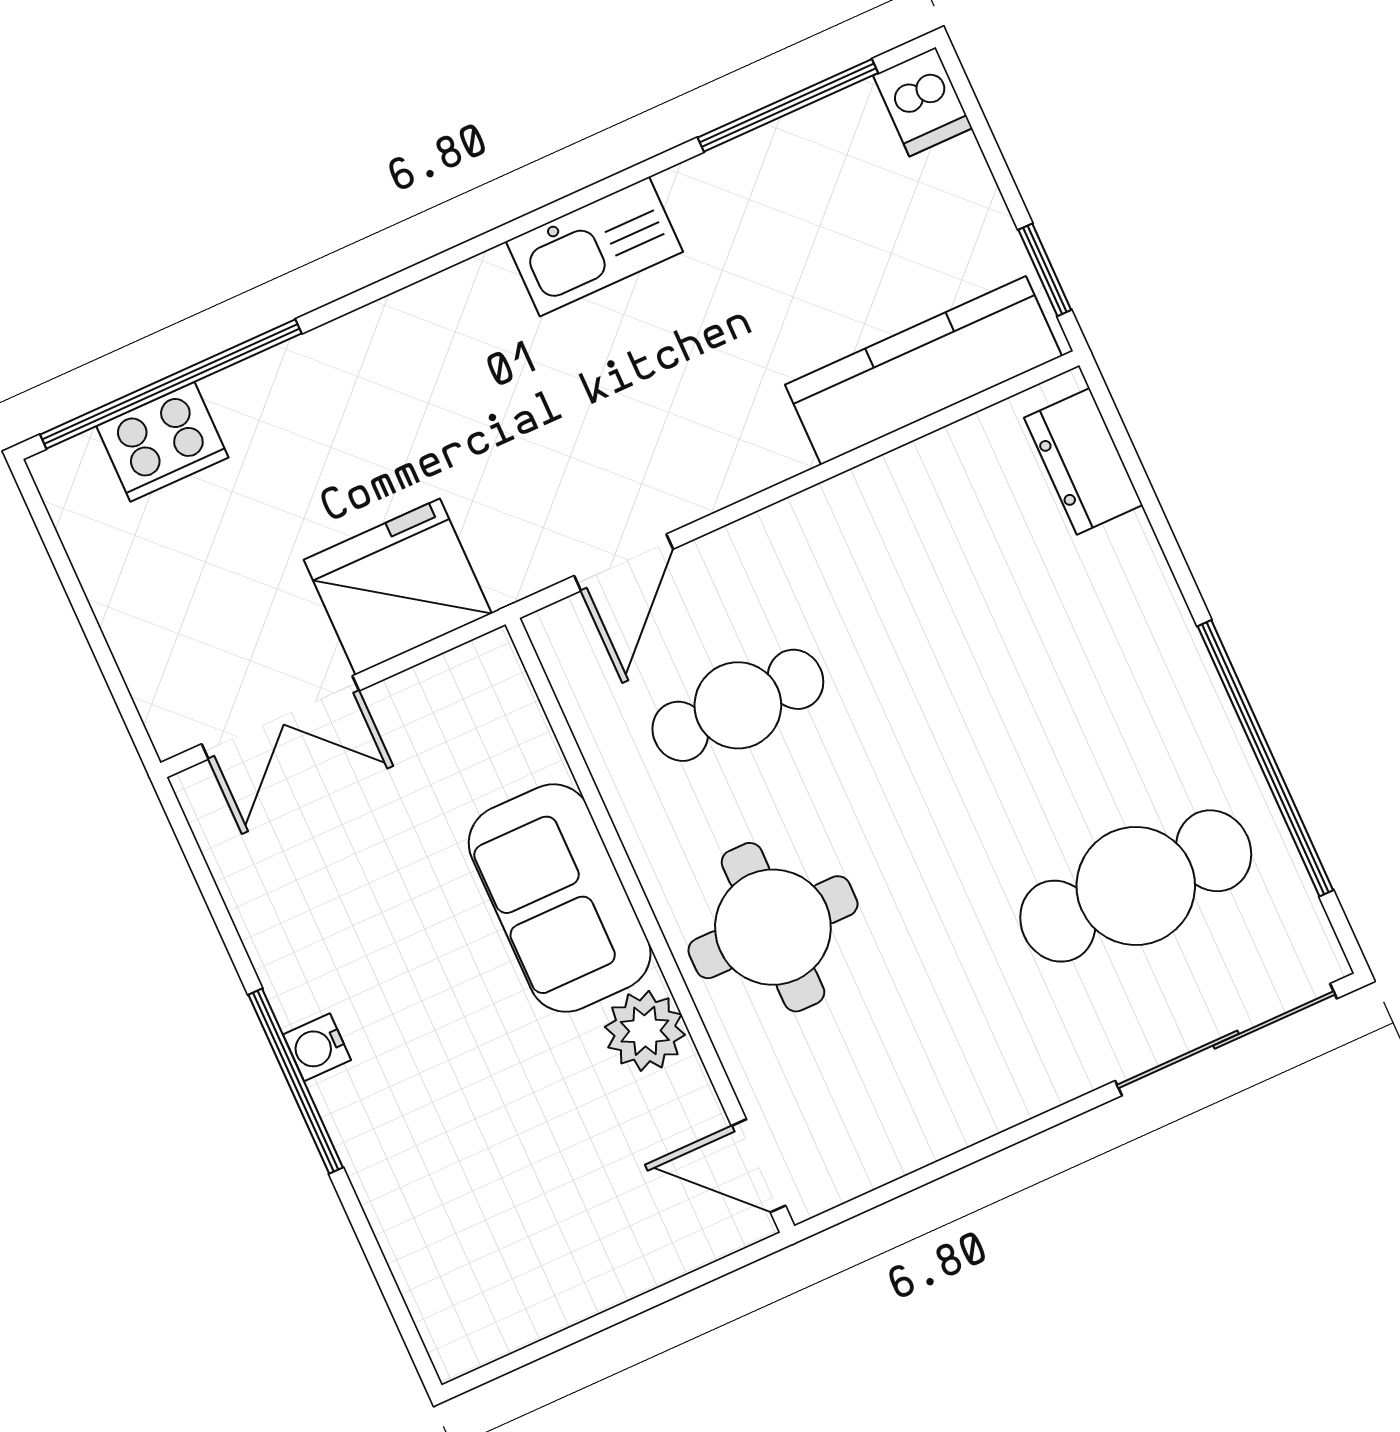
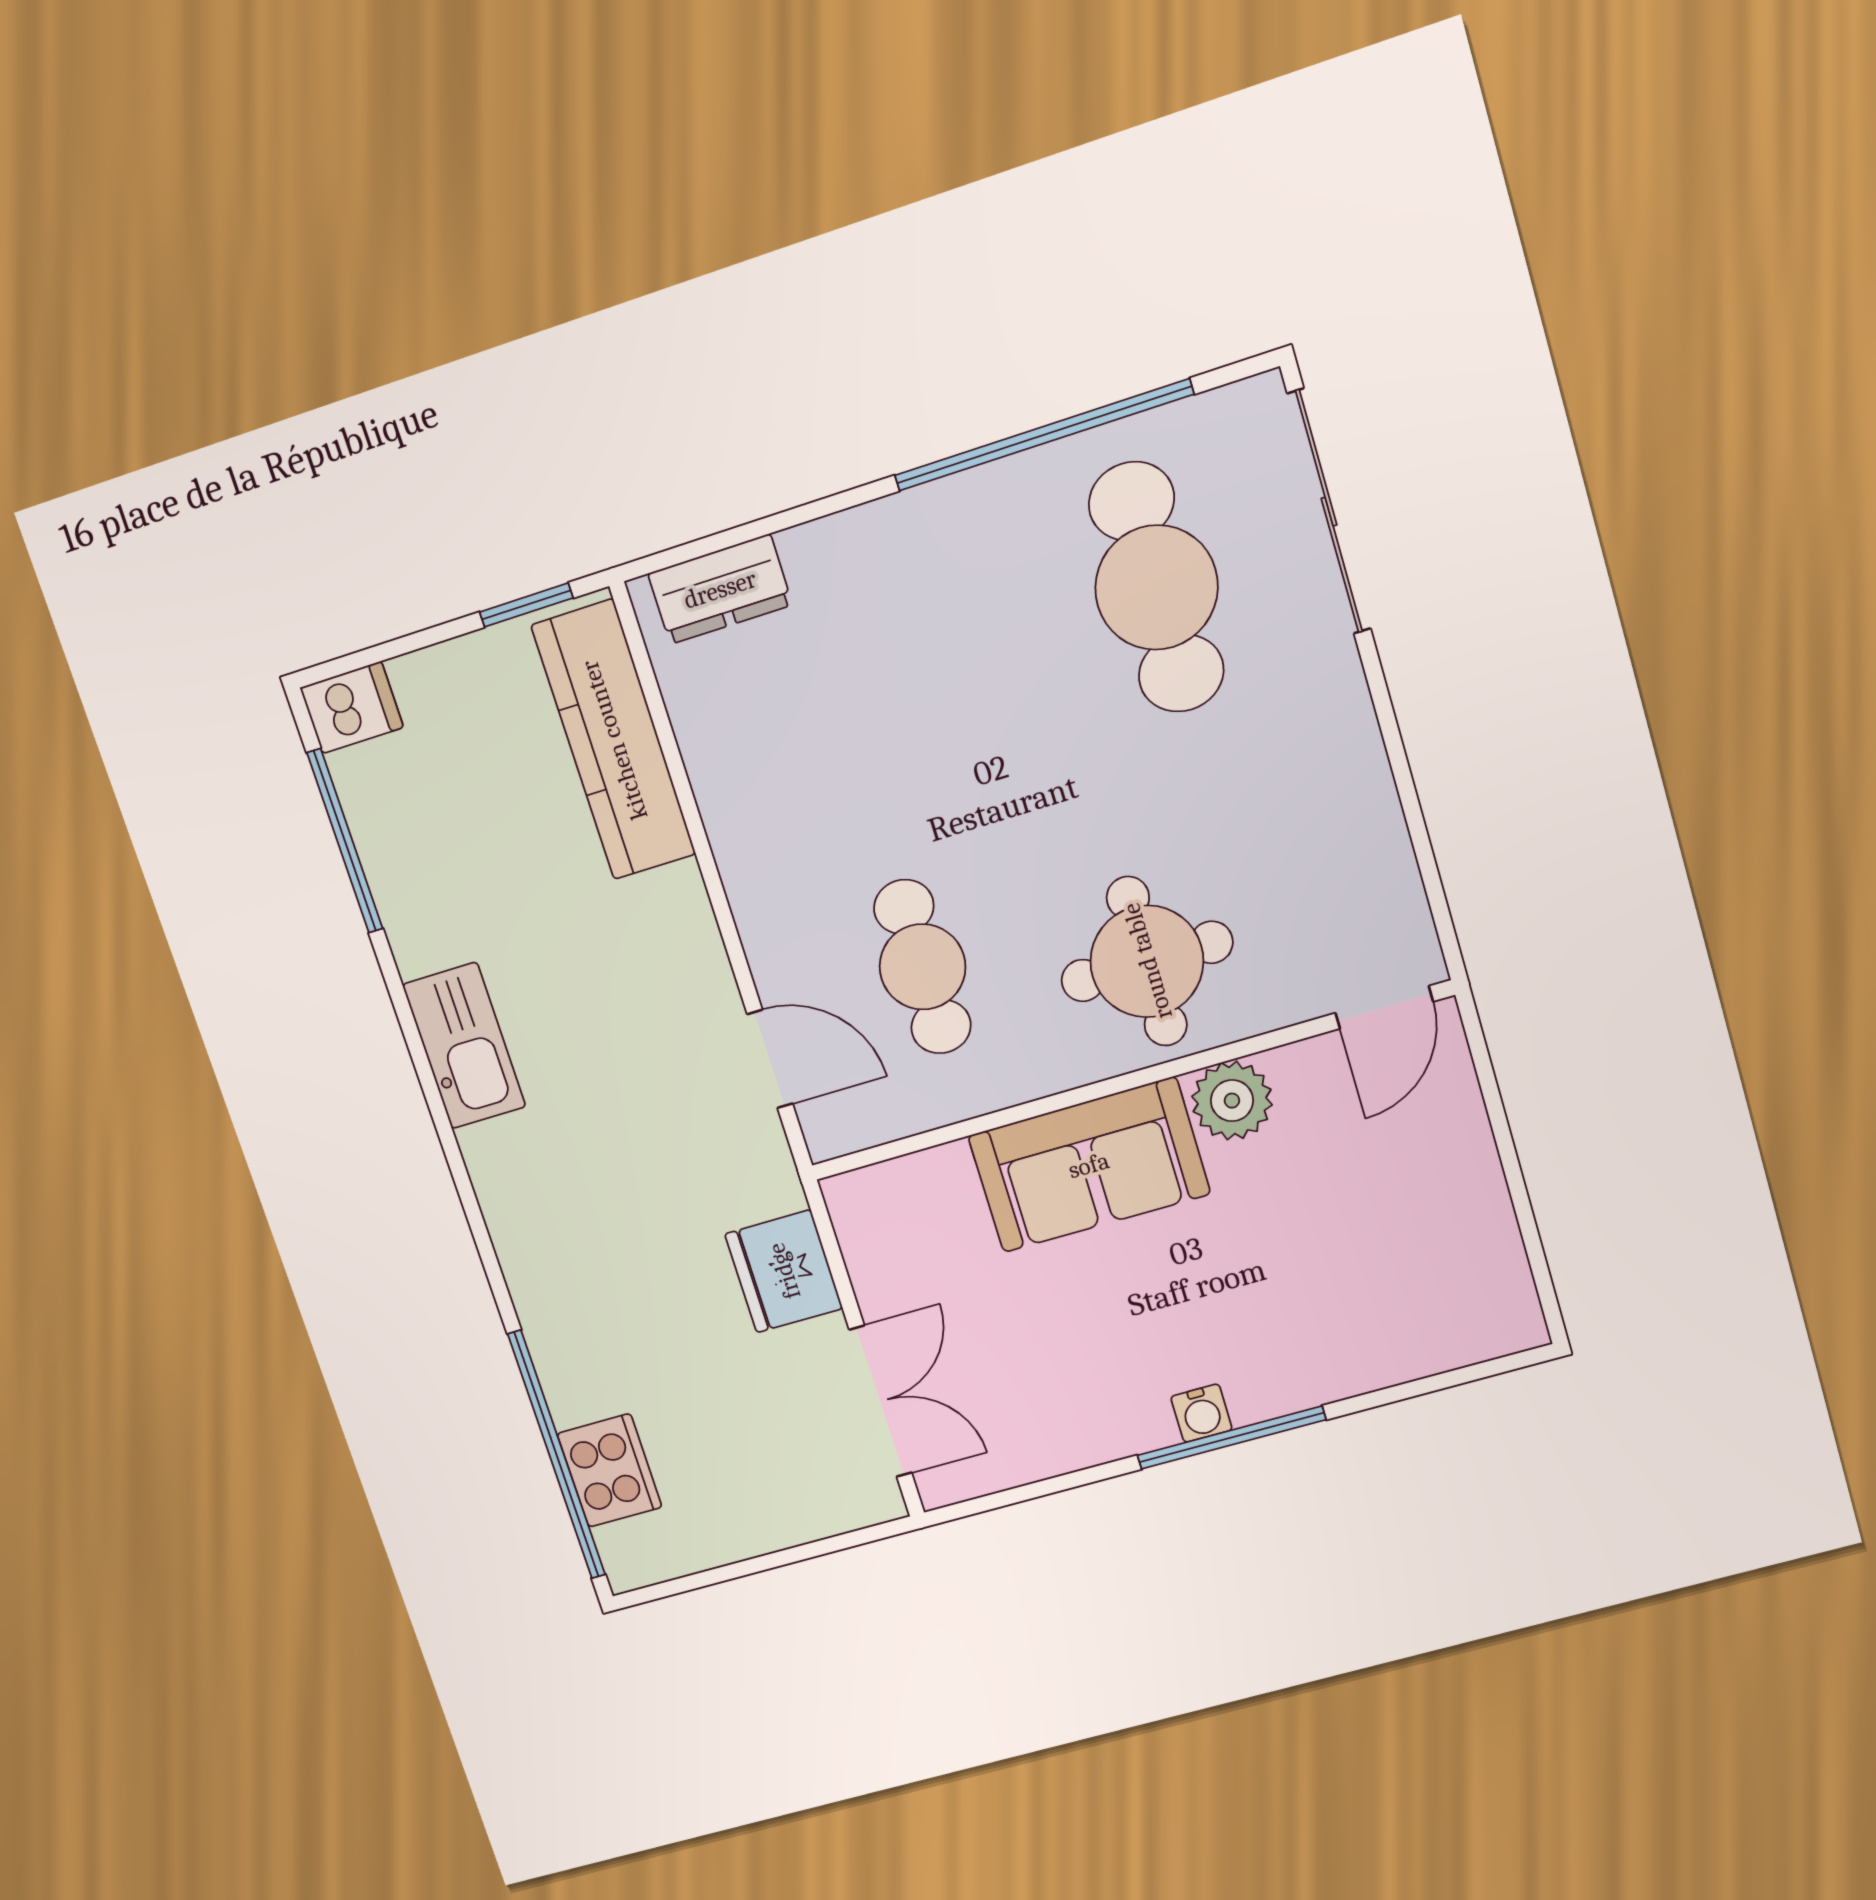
fridge: (398, 587) -> (784, 1271), width x0.73, depth x0.75

